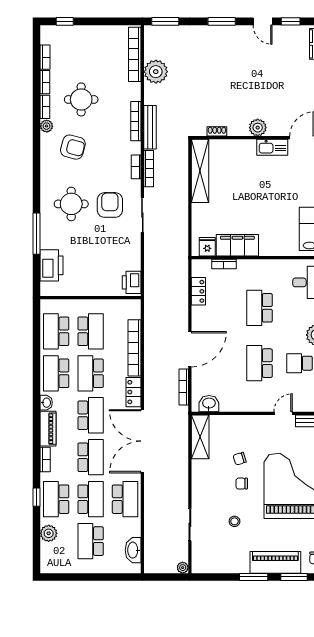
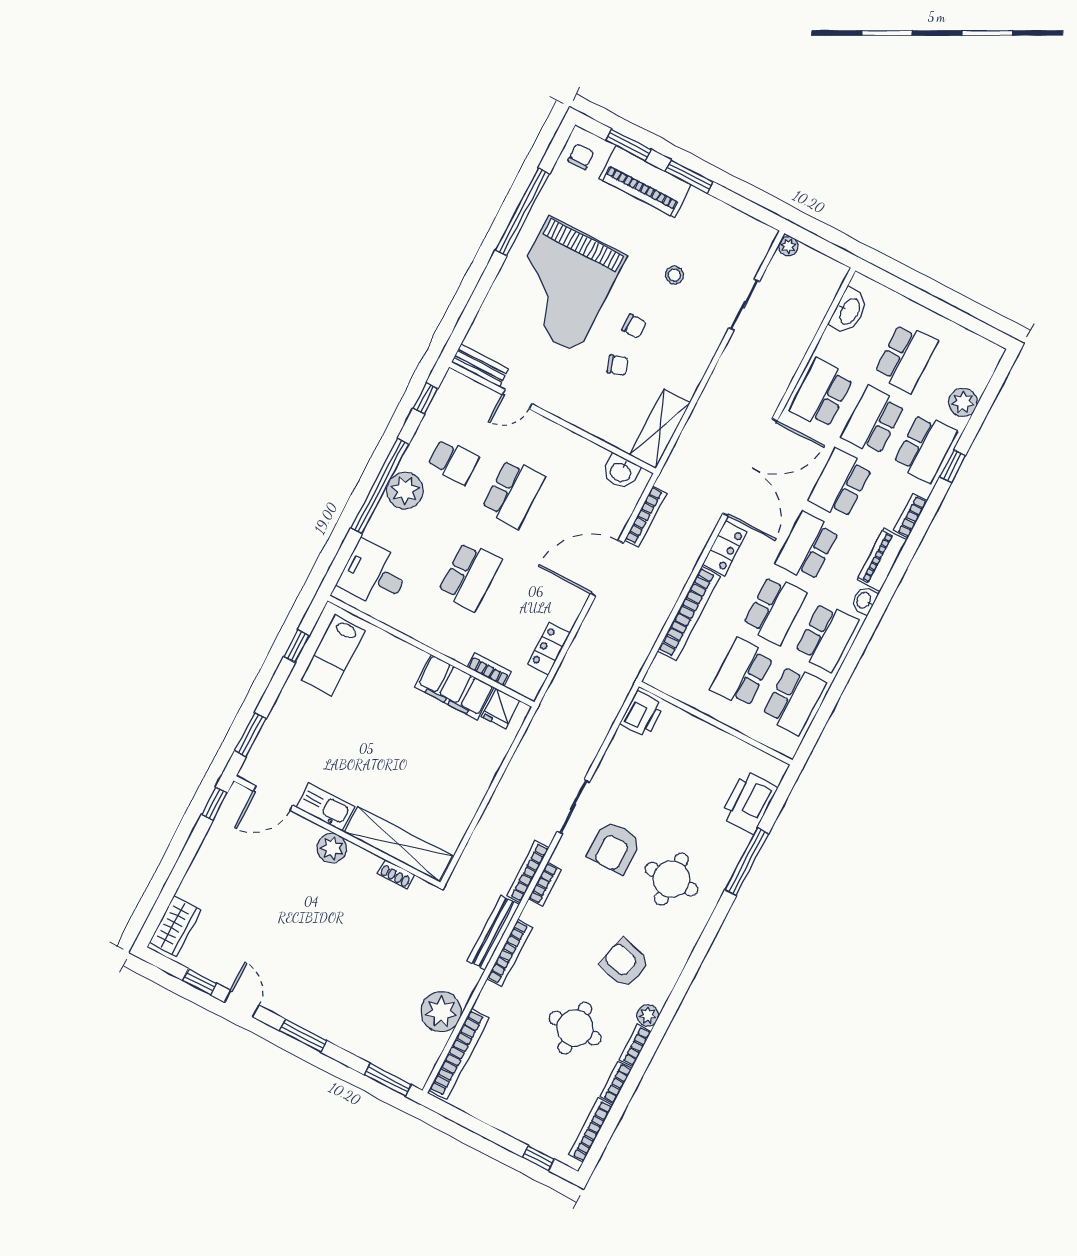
bookcase: (45, 57) -> (591, 1130), width x1.56
shelving: (200, 171) -> (398, 844), moved, turned 90

